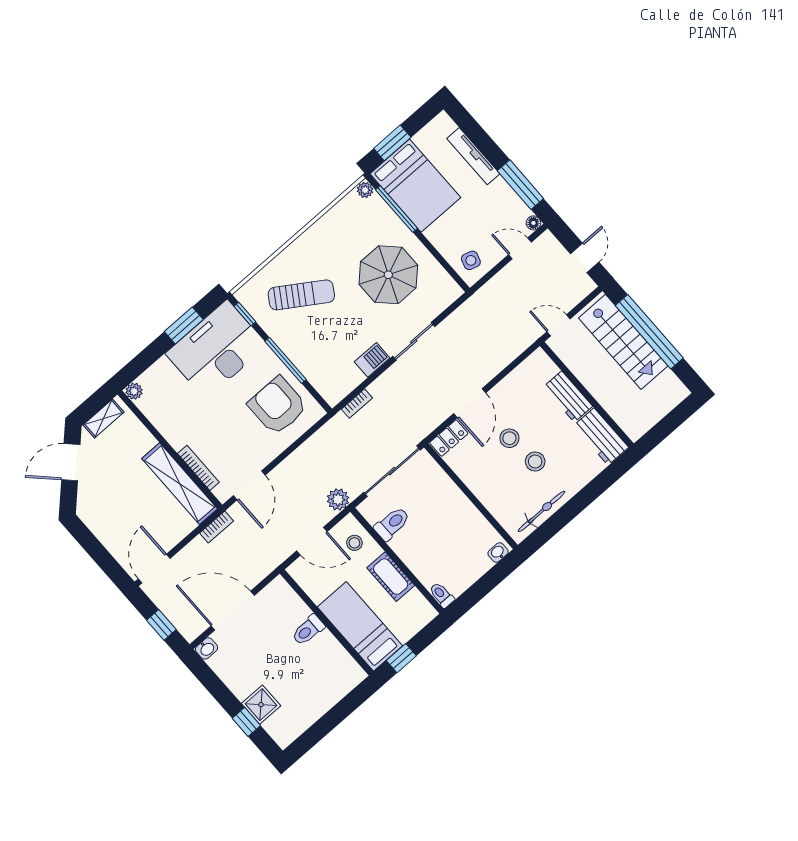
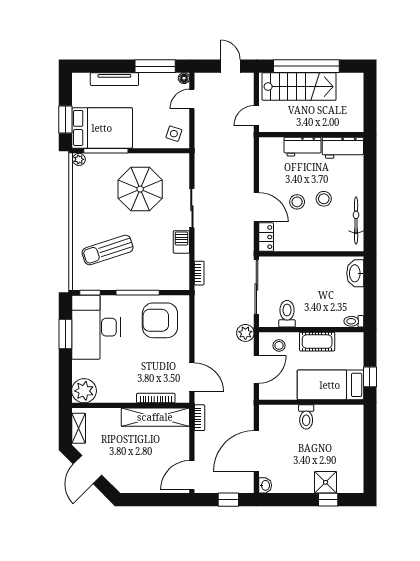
sun lounger: (301, 295) -> (108, 250), turned -141
plant: (134, 391) -> (84, 391), width x1.88, depth x1.88
washbasin: (498, 552) -> (355, 273), width x1.91, depth x1.45
door: (154, 569) -> (192, 475), hinge flipped

